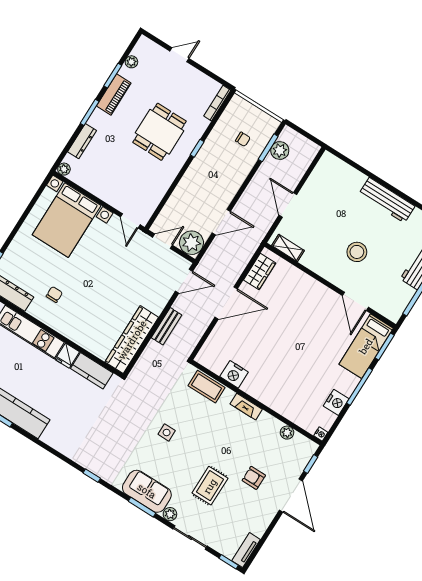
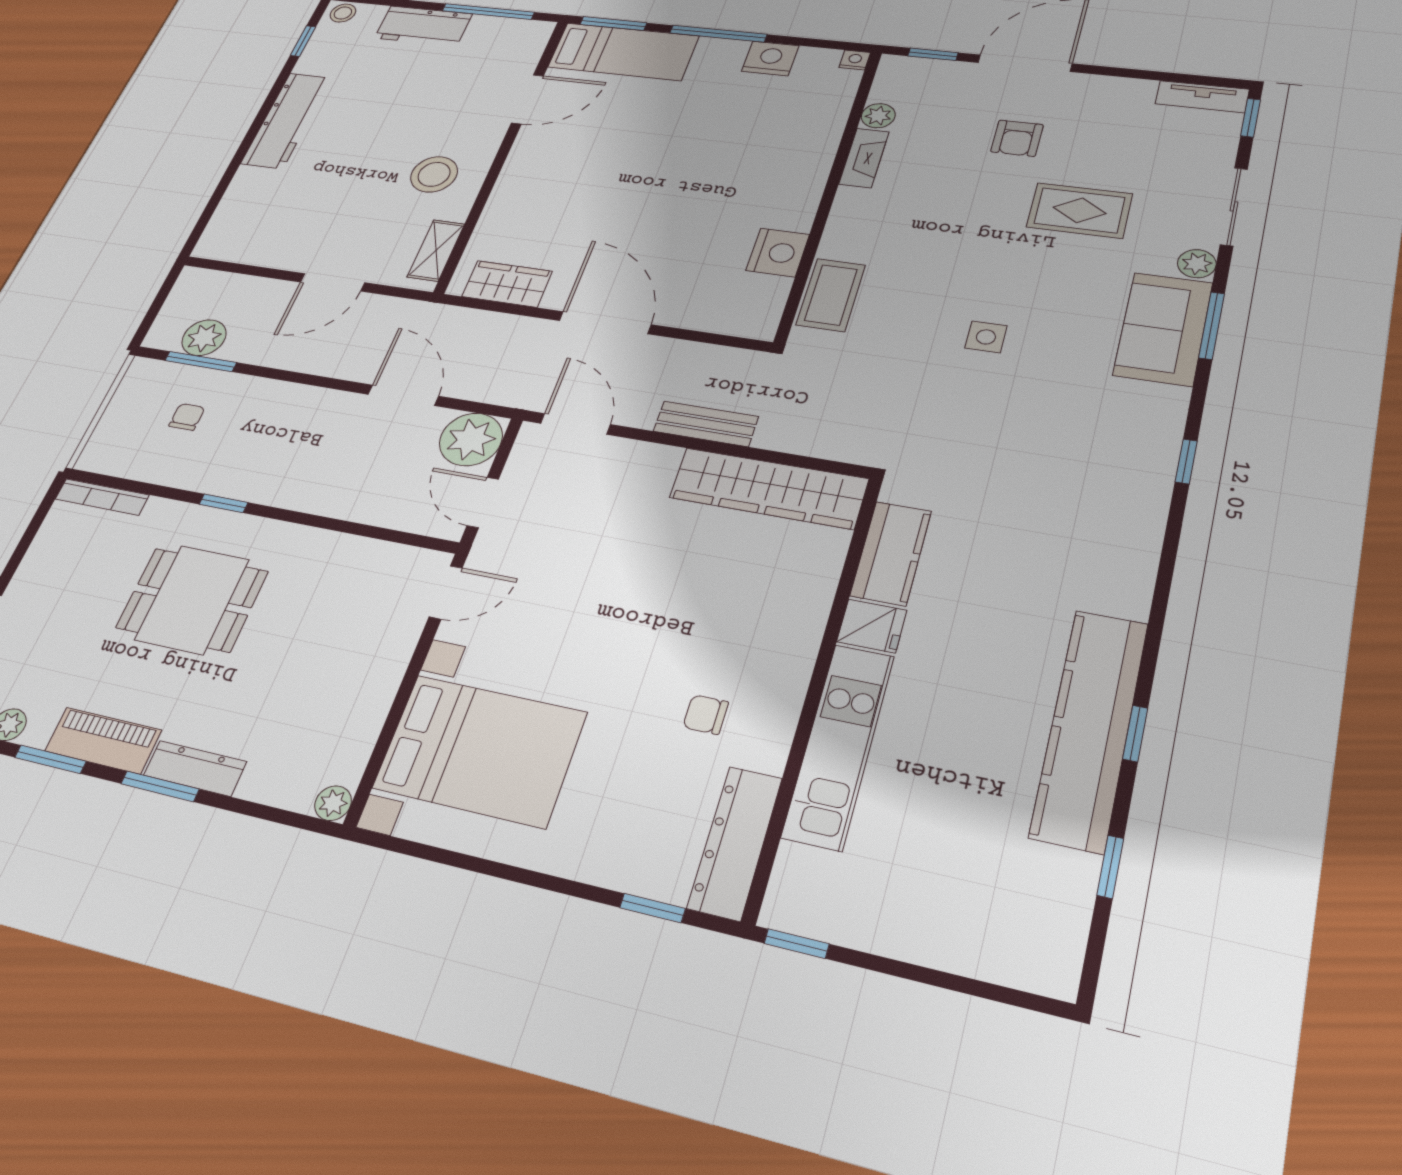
dresser: (82, 141) -> (195, 768), moved
stool: (357, 252) -> (434, 174), moved
fireplace: (246, 407) -> (864, 158), moved

